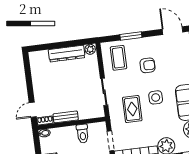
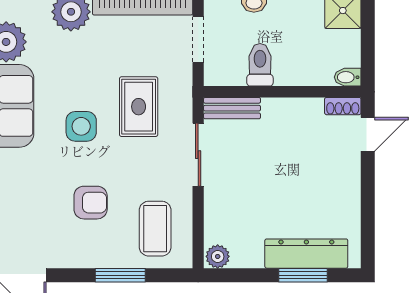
window: (53, 46) -> (303, 275), added
dresser: (67, 54) -> (306, 254), moved
armchair: (148, 65) -> (91, 203), turned 180
bench: (66, 117) -> (232, 108), moved

